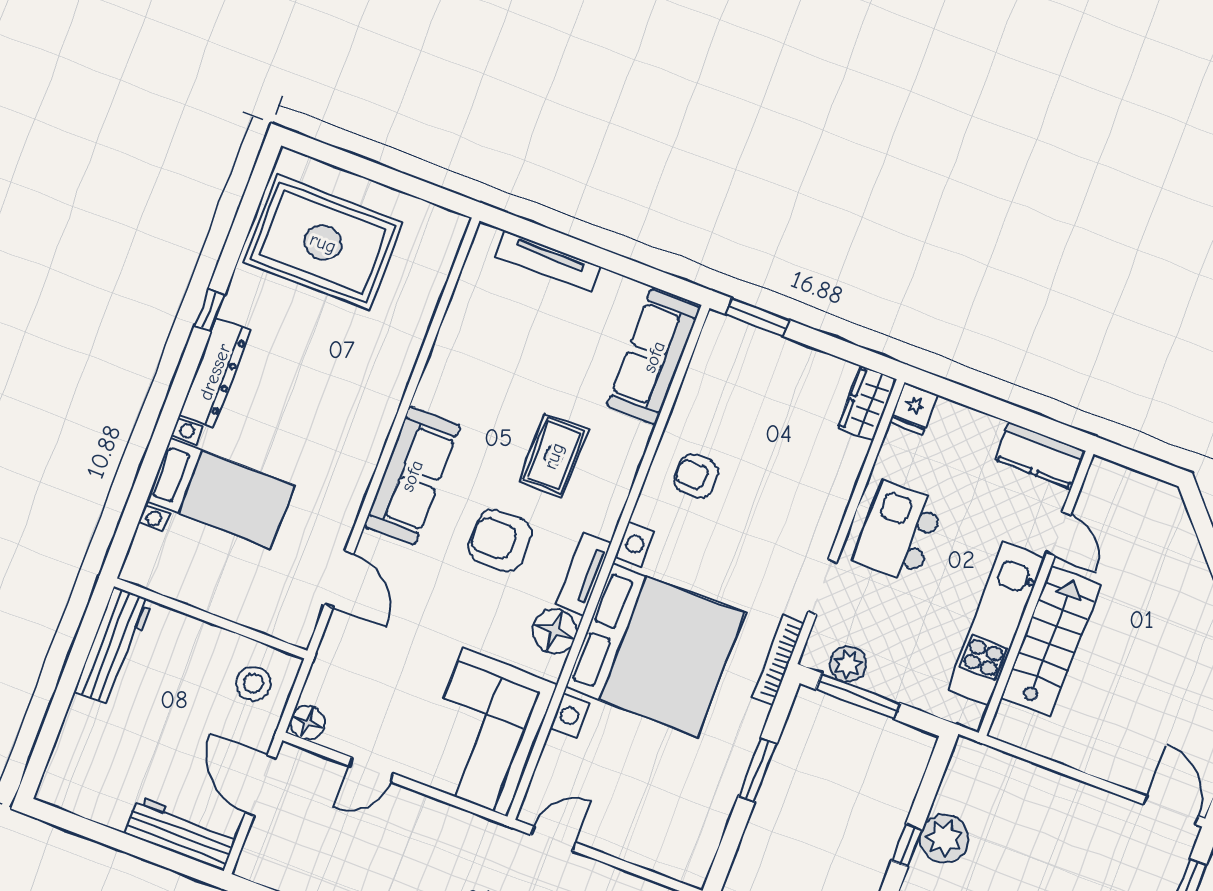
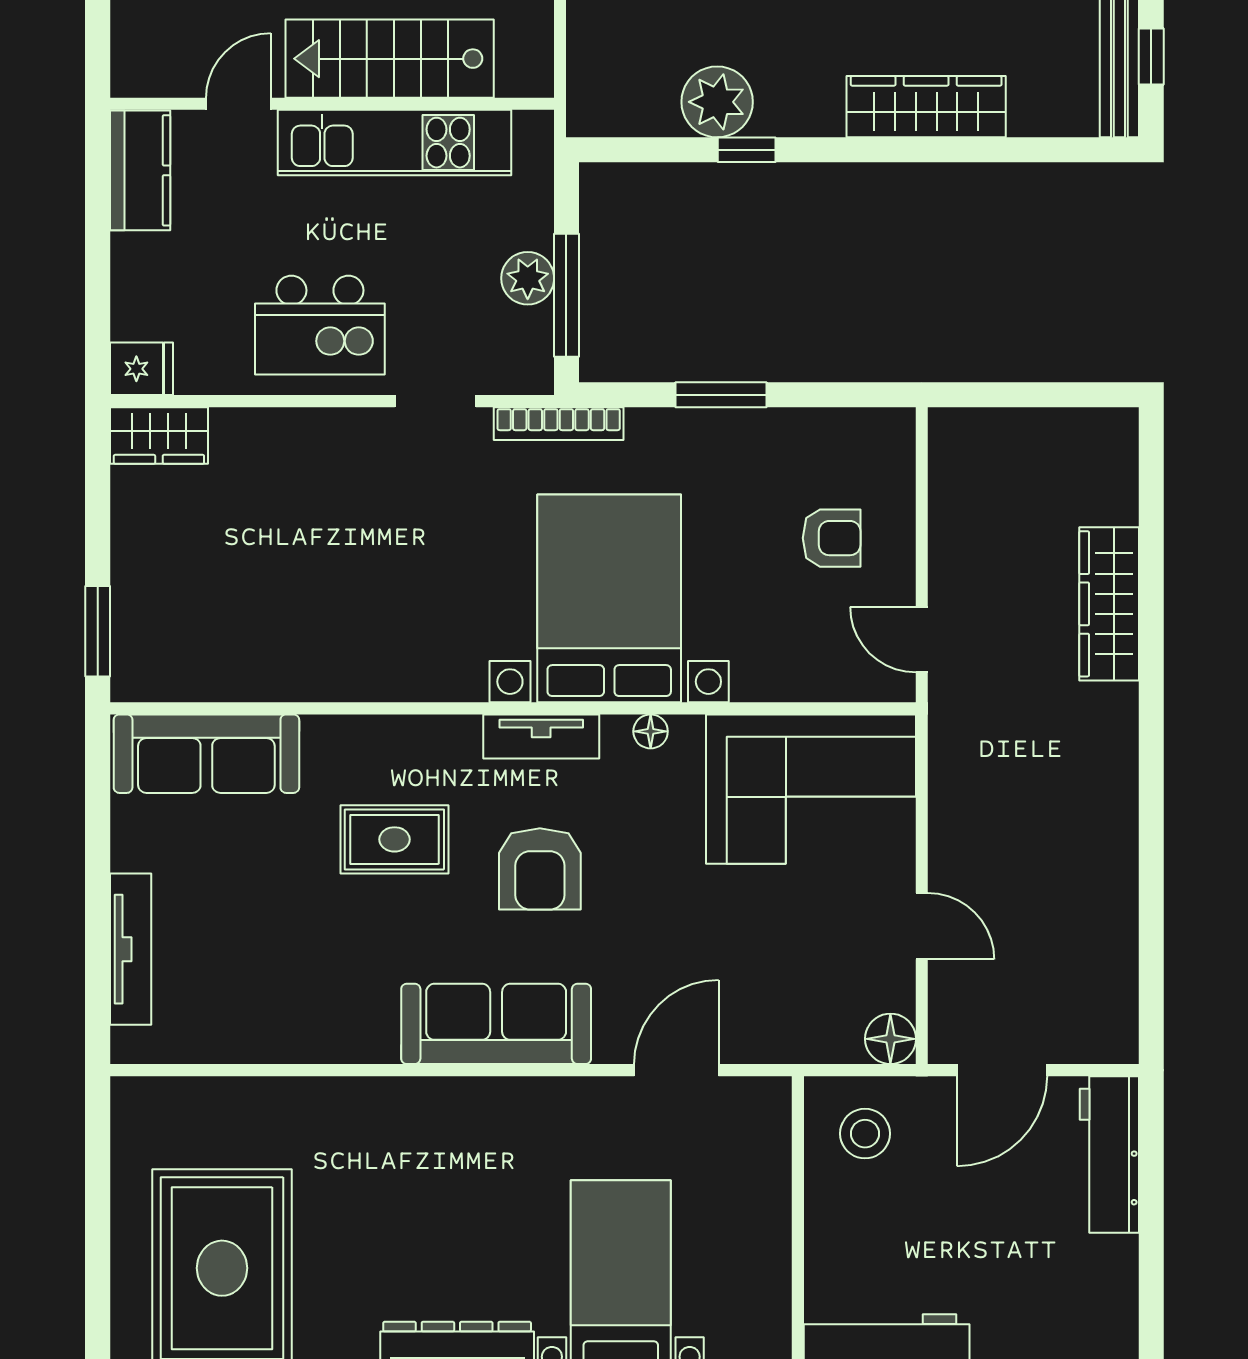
armchair: (696, 476) -> (832, 538), moved, turned -90
floor lamp: (555, 631) -> (651, 731), width x0.53, depth x0.53
bed with nightstands: (655, 650) -> (609, 598), width x0.73
plant: (848, 664) -> (528, 278), moved

